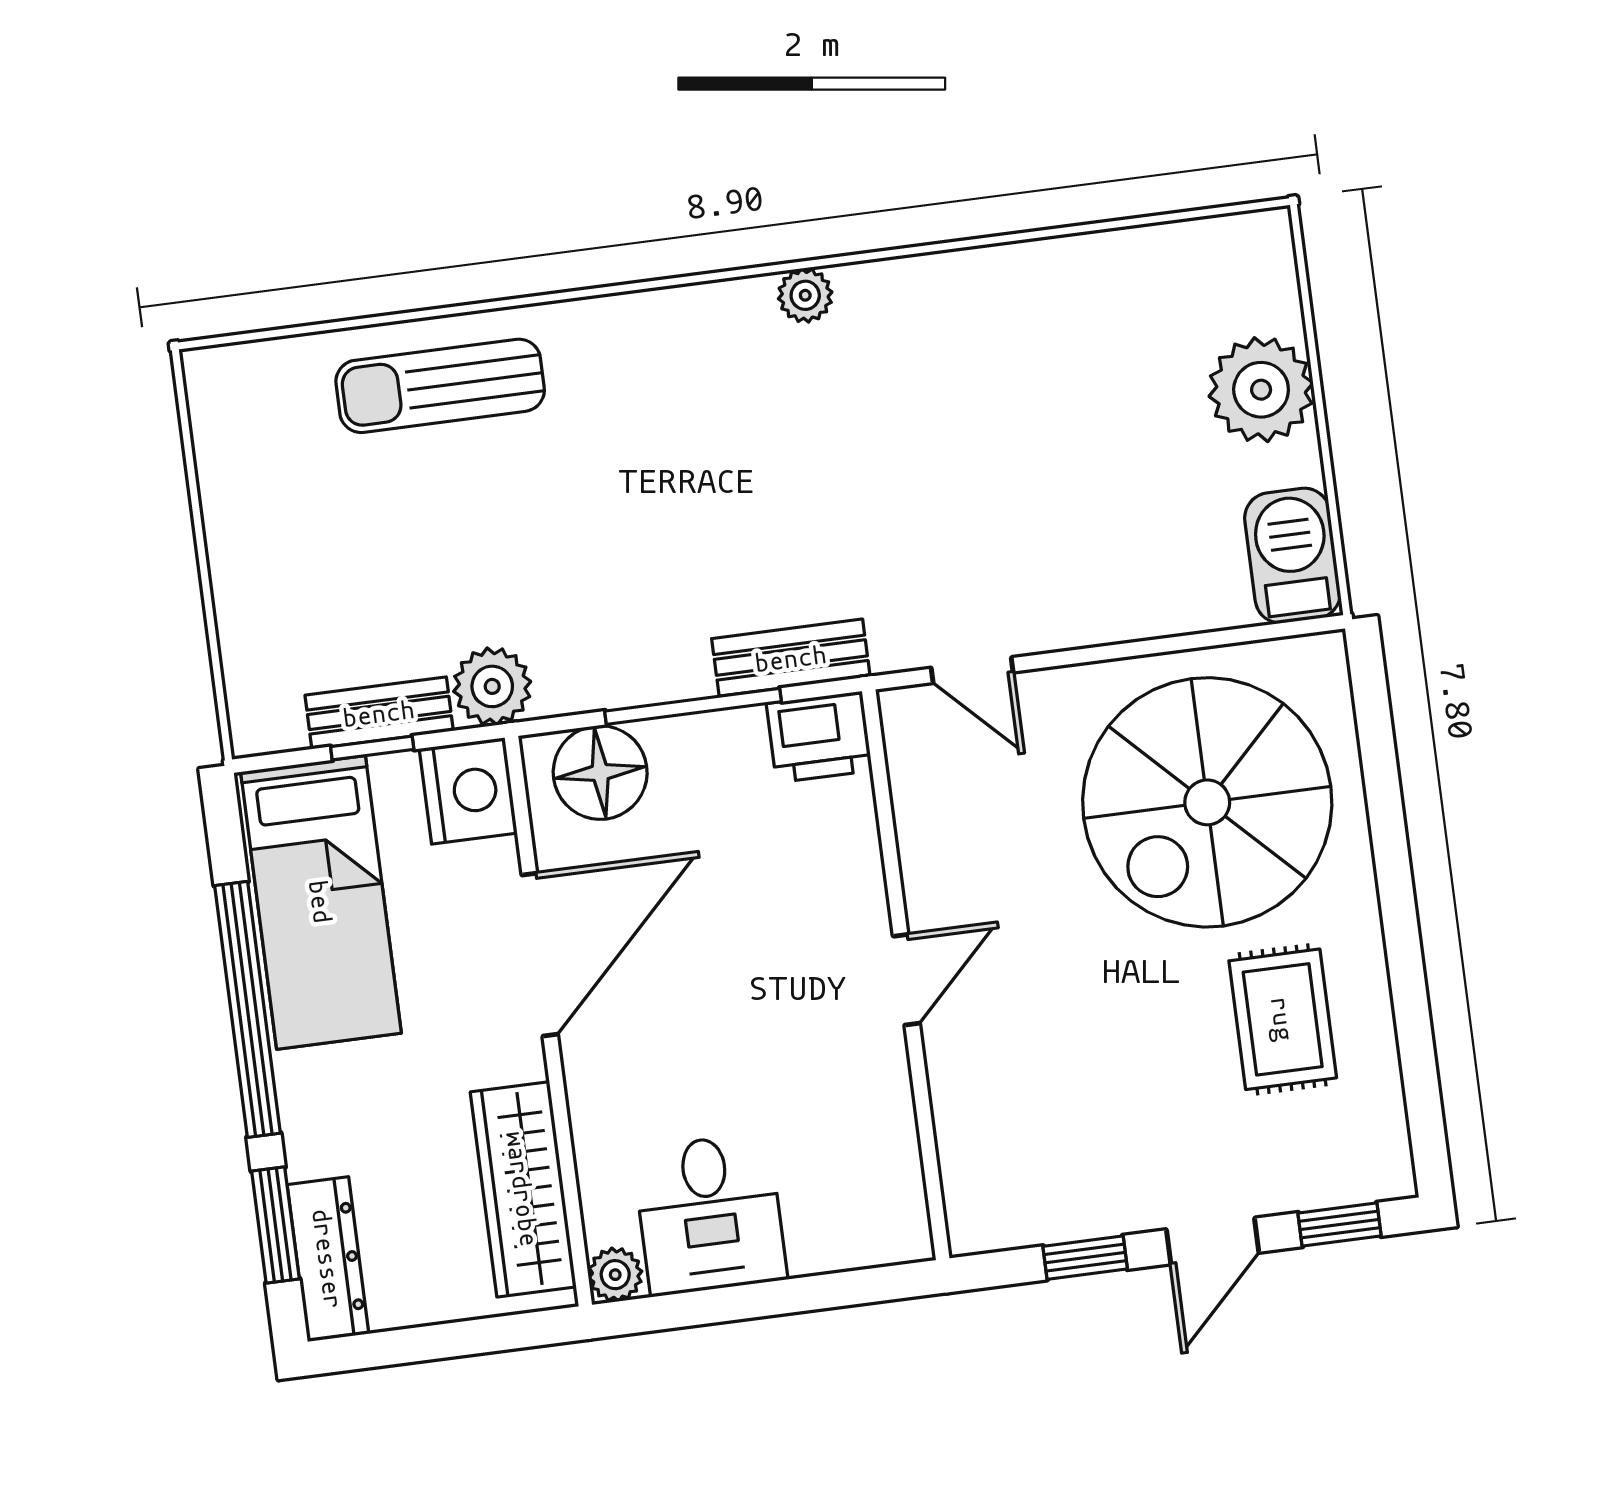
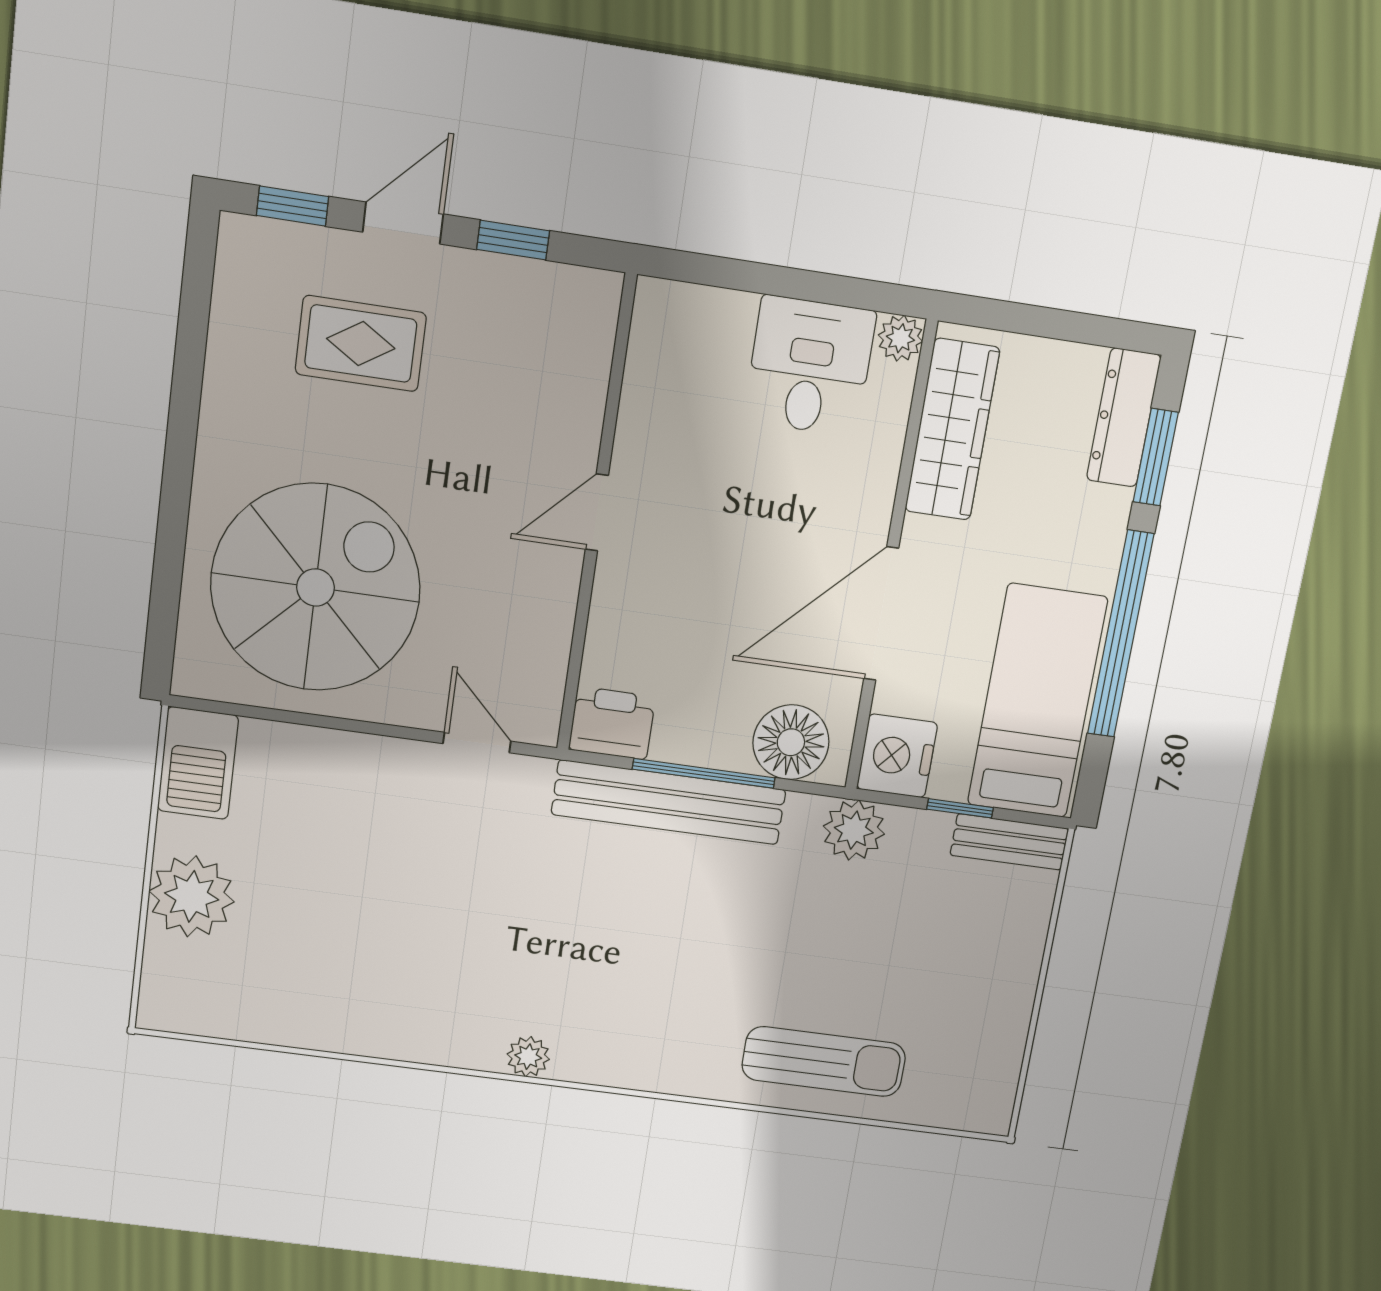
bench: (791, 658) -> (669, 802), width x1.86, depth x1.21
bench: (379, 713) -> (1009, 842), moved
rug: (1283, 1019) -> (361, 344), moved, turned 90

